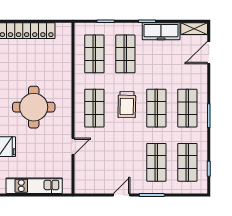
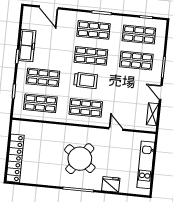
shelving: (194, 29) -> (152, 114), moved
round table: (34, 107) -> (80, 159), turned 36

